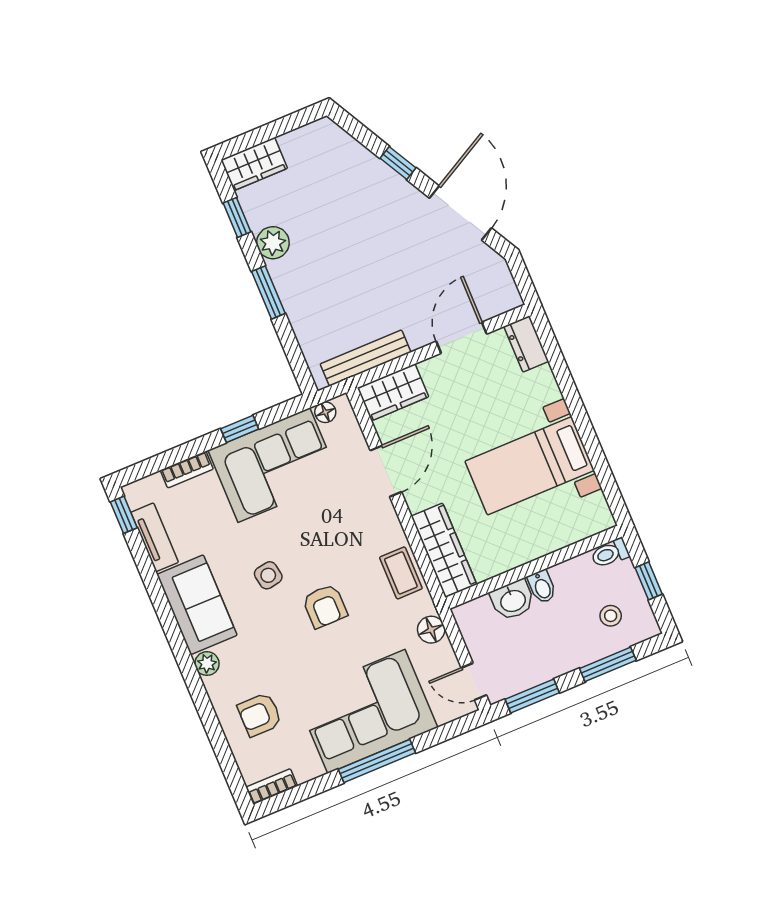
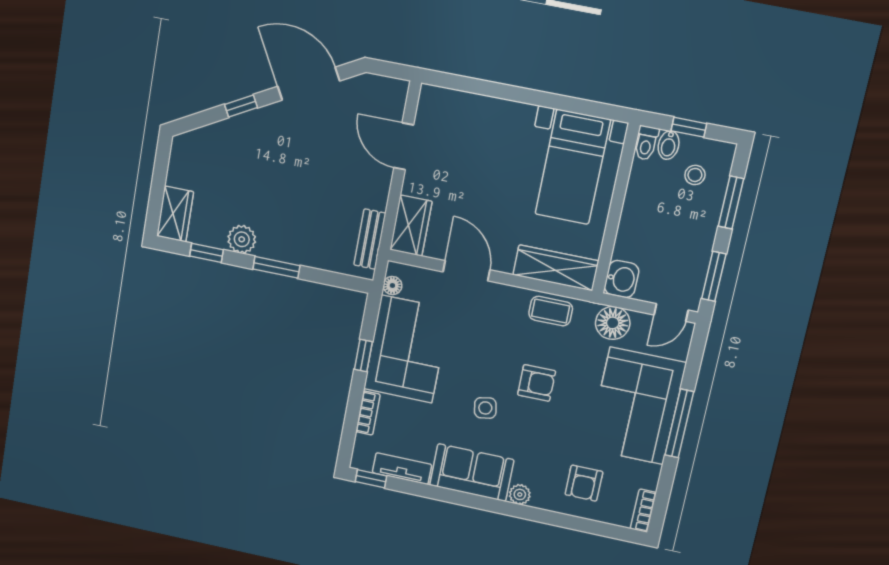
dresser: (526, 344) -> (441, 100), removed
bench: (366, 358) -> (370, 239), width x0.73
bed with nightstands: (530, 466) -> (573, 167), moved
bidet: (542, 587) -> (669, 145), moved, turned 90
washbasin: (513, 600) -> (622, 279), moved
floor lamp: (431, 630) -> (613, 323), width x1.38, depth x1.38

